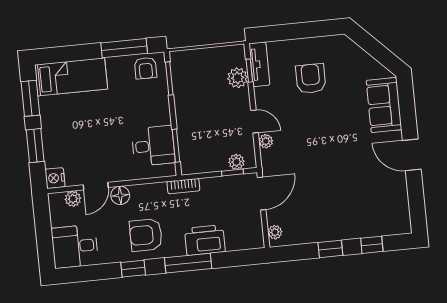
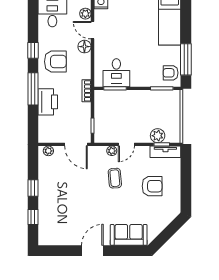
coffee table: (305, 133) -> (115, 178), added
plant: (236, 162) -> (100, 129), removed
armchair: (146, 235) -> (55, 62), turned 90

